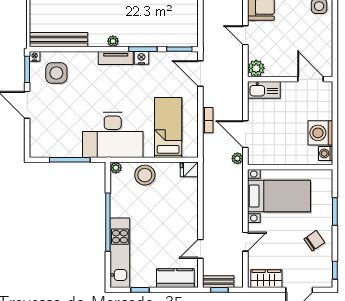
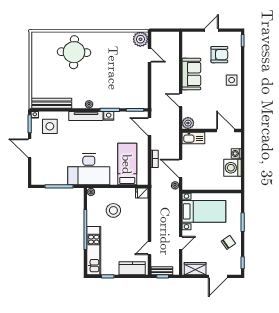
tv unit: (116, 58) -> (86, 116), width x1.41
washing machine: (326, 153) -> (236, 153), moved
stool: (145, 175) -> (113, 210), moved

